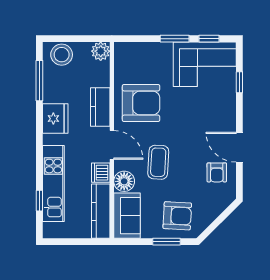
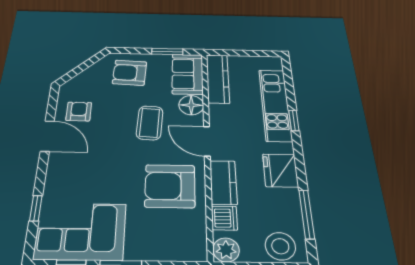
dishwasher: (101, 173) -> (224, 218), moved
window: (39, 201) -> (294, 120), moved
window: (167, 242) -> (167, 51), moved

